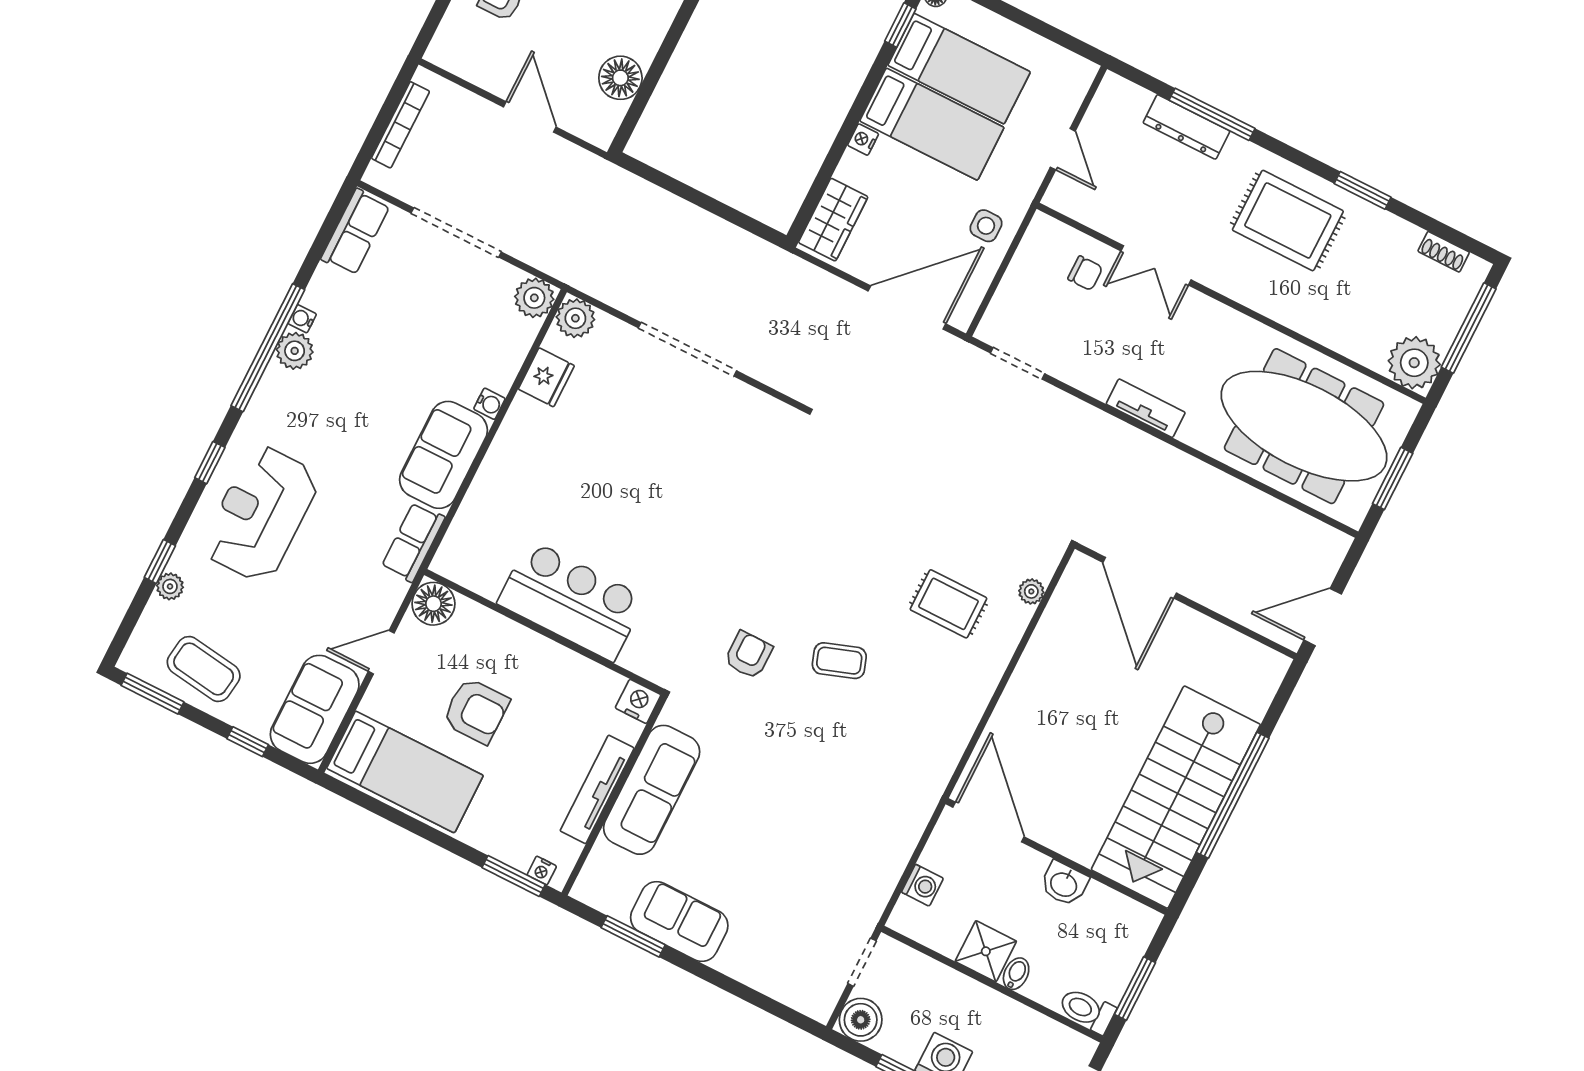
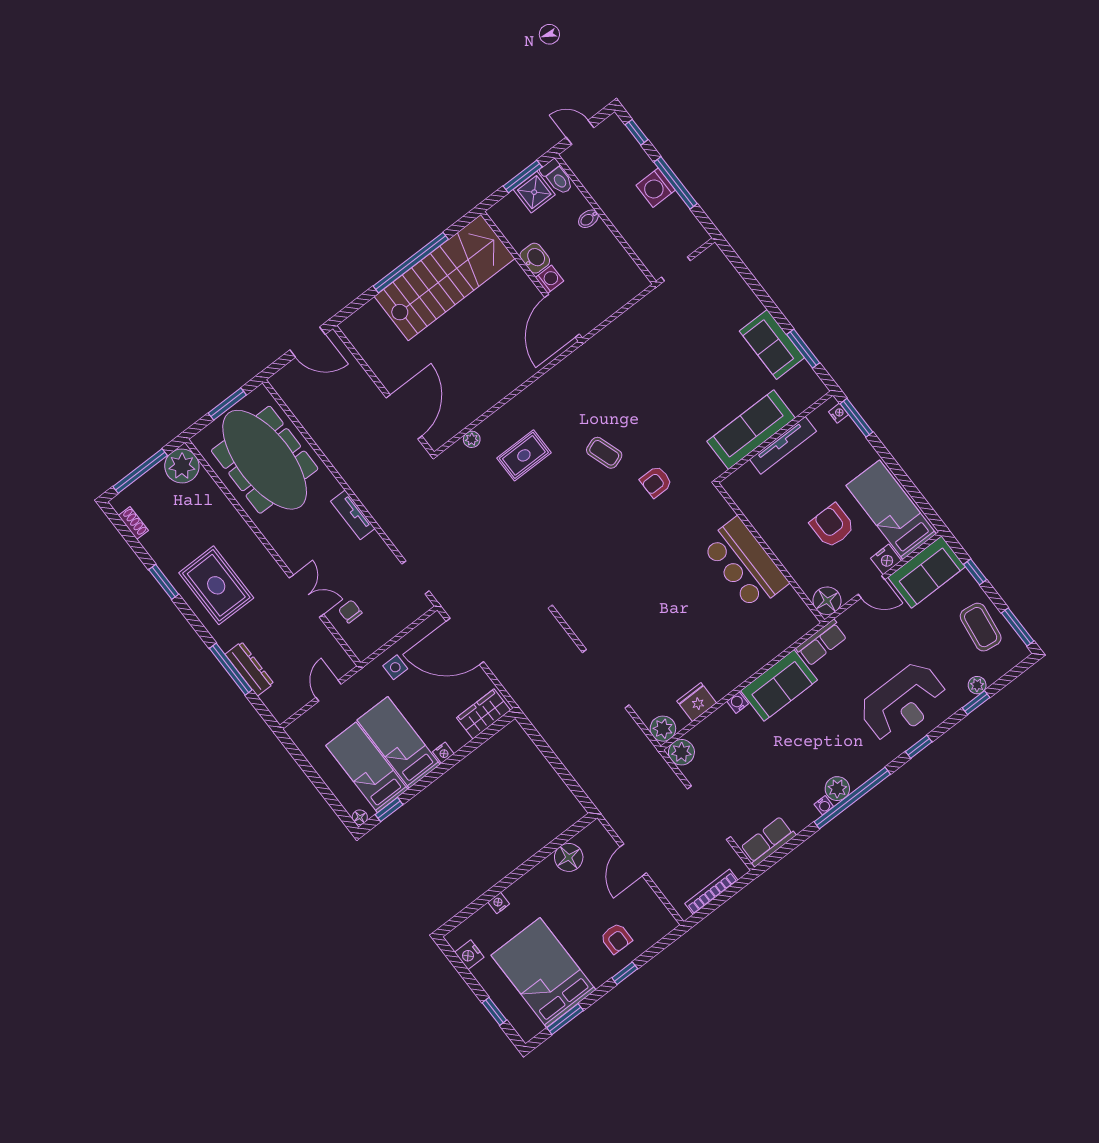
rug: (949, 604) -> (524, 455), turned 90
nightstand: (638, 701) -> (886, 559), moved, turned -90
washing machine: (922, 885) -> (550, 279), moved, turned 90
shower: (986, 951) -> (534, 192), moved
boiler: (861, 1020) -> (693, 235), removed

